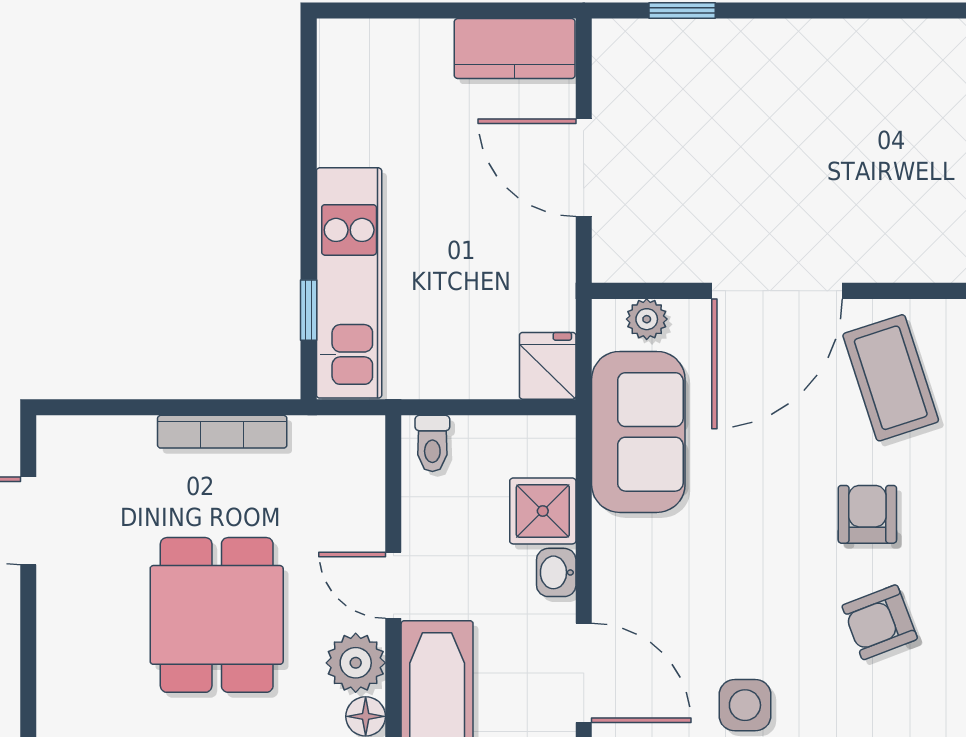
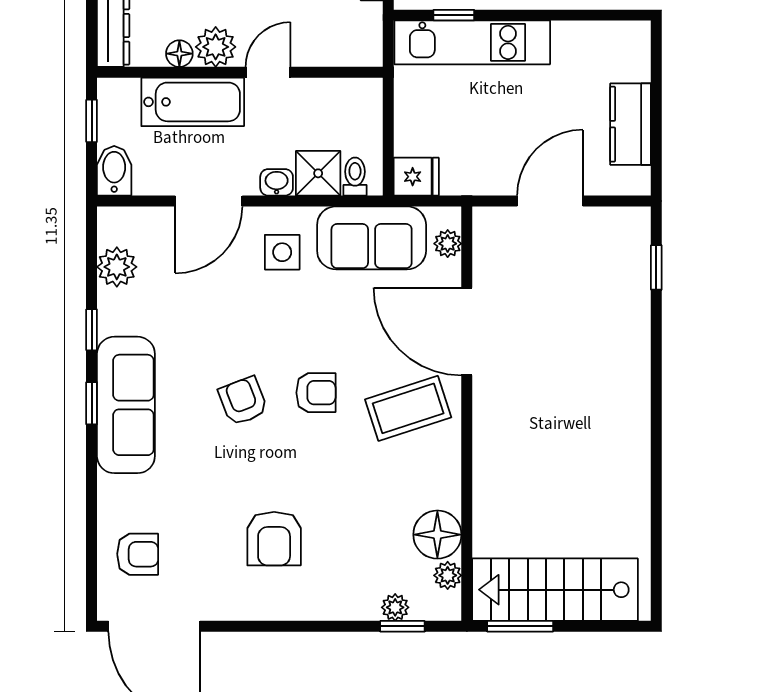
kitchen counter: (515, 49) -> (631, 124), moved
toilet: (432, 443) -> (355, 177), moved, turned 90
side table: (745, 705) -> (282, 252), moved

